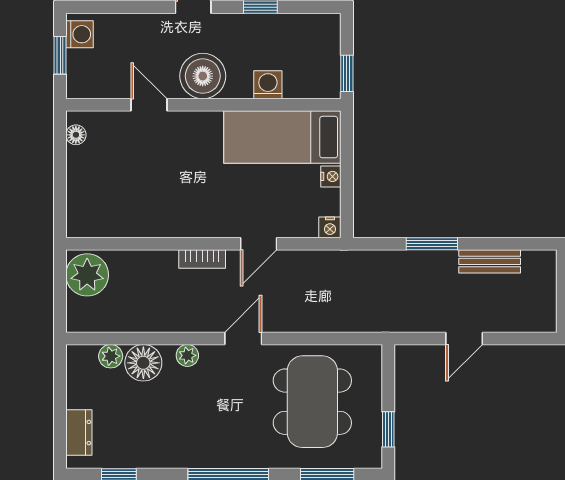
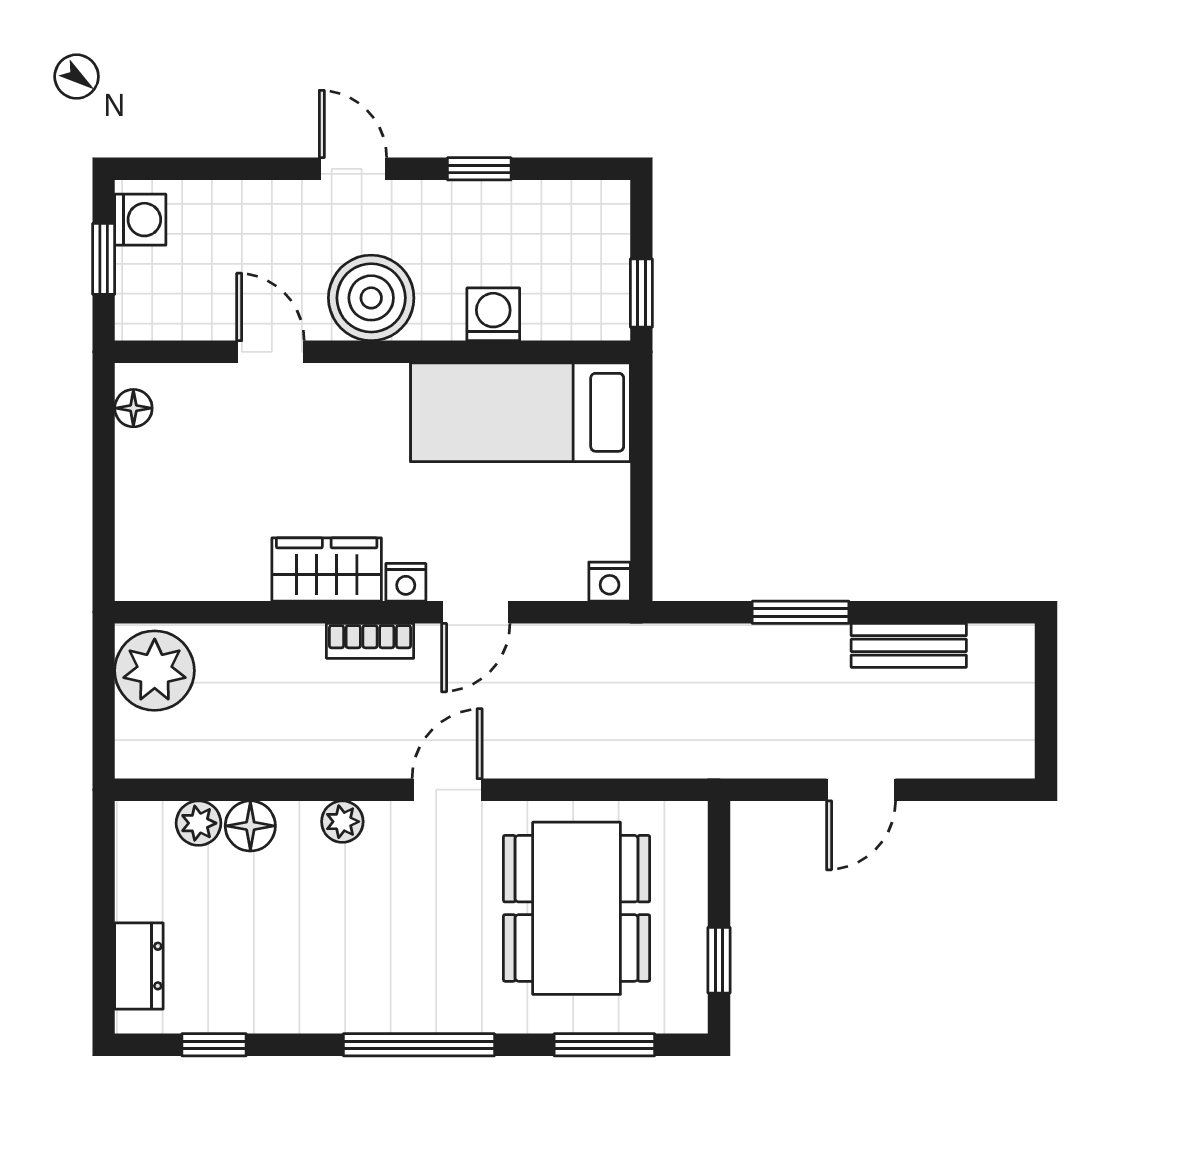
nightstand: (331, 176) -> (406, 582), moved, turned 90
wardrobe: (179, 221) -> (327, 570), added
floor lamp: (143, 363) -> (250, 826), width x0.73, depth x0.73

